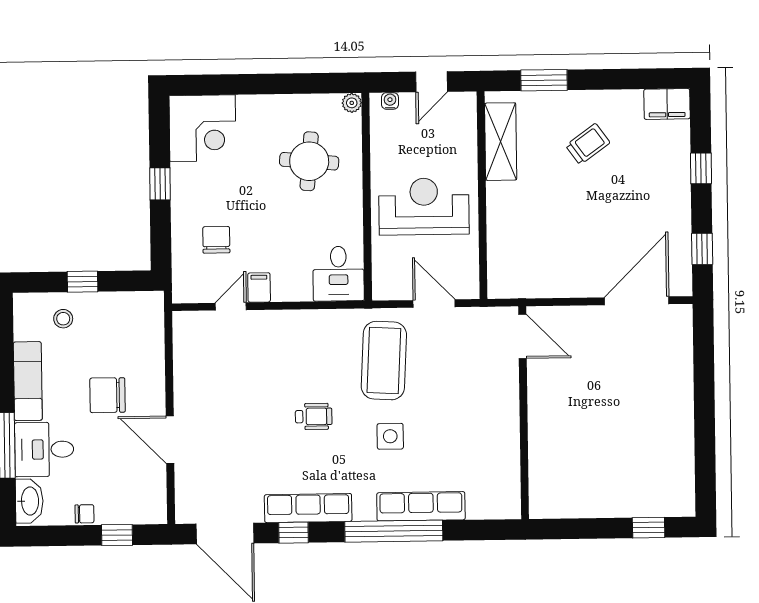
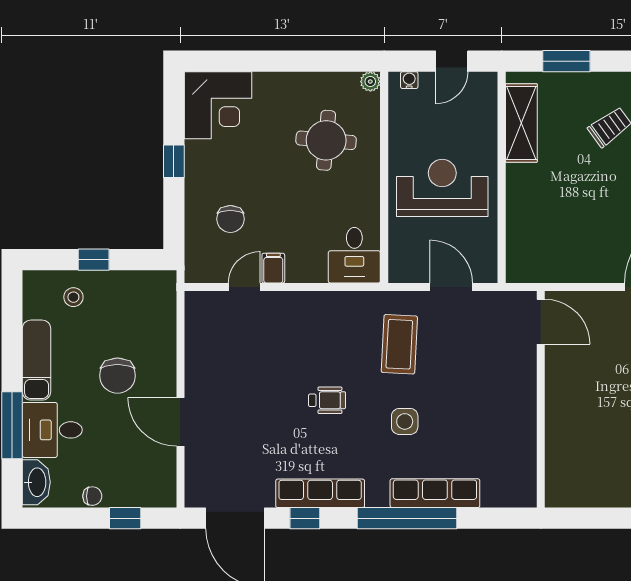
chair: (216, 240) -> (230, 219), turned 180
coffee table: (384, 361) -> (399, 344), width x0.73, depth x0.76
chair: (108, 395) -> (117, 376), turned -90

